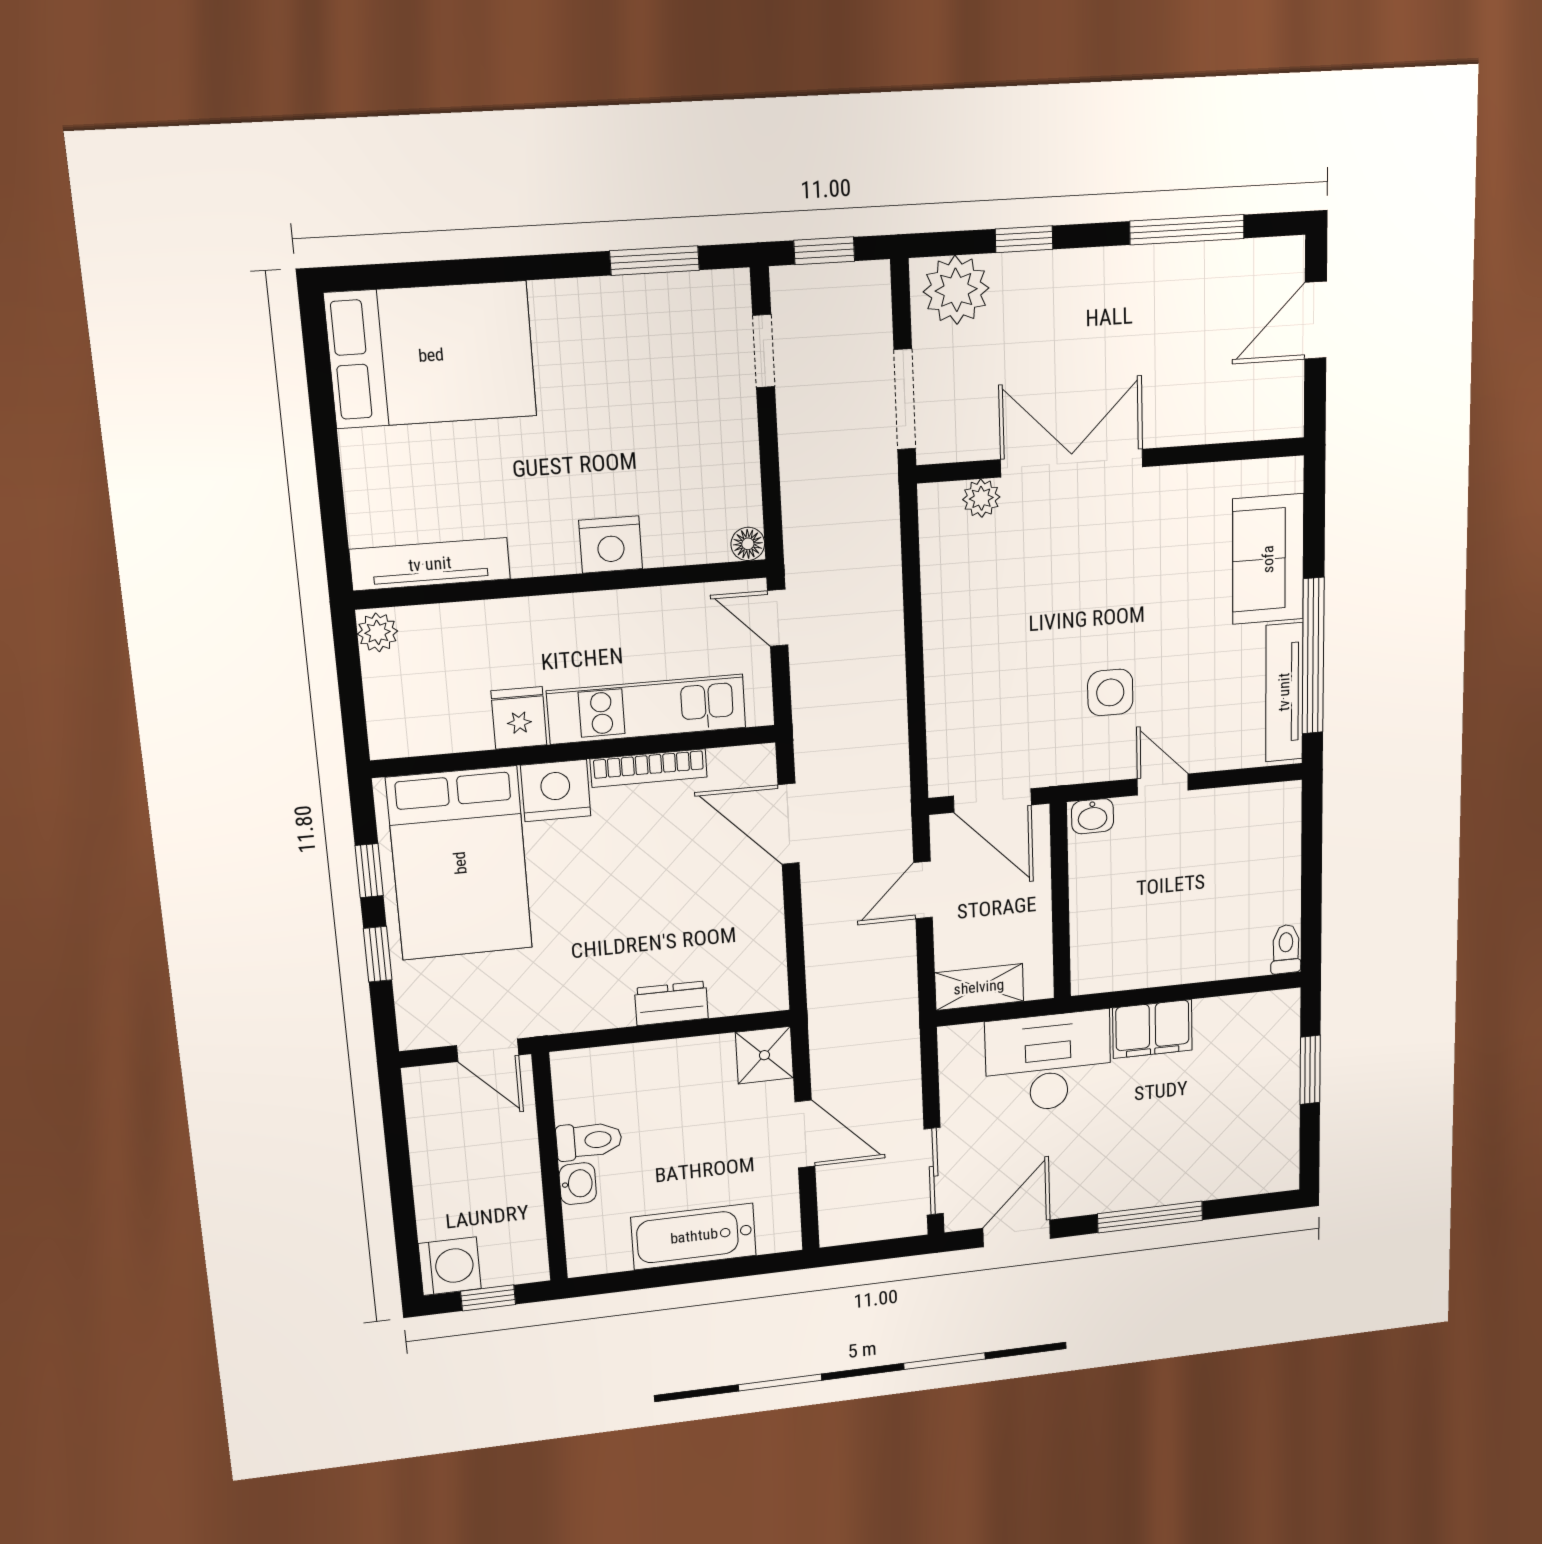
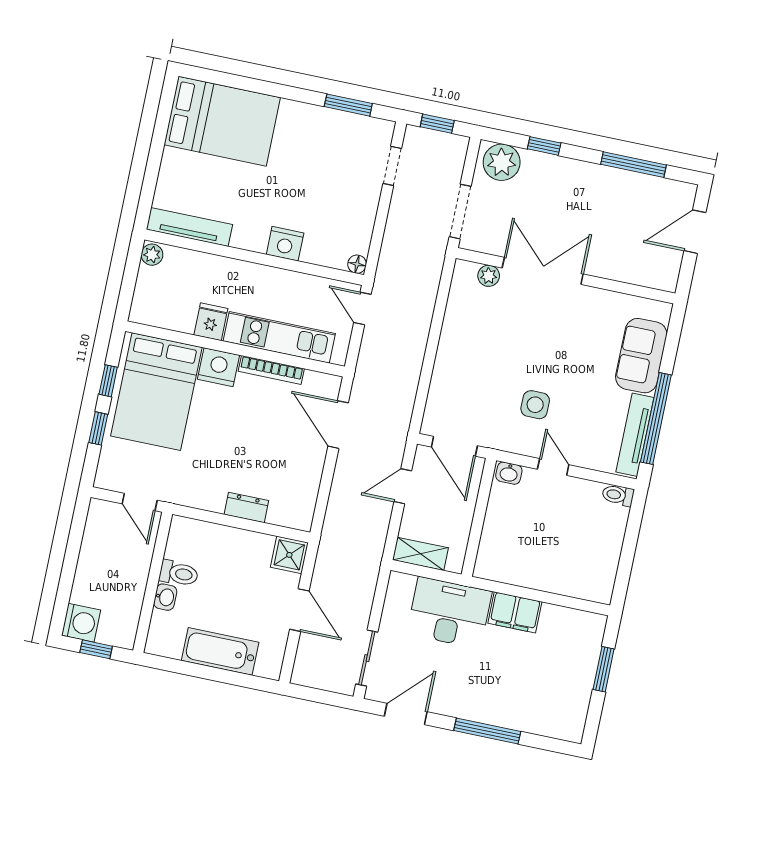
toilet: (1286, 949) -> (618, 495), moved, turned -90

